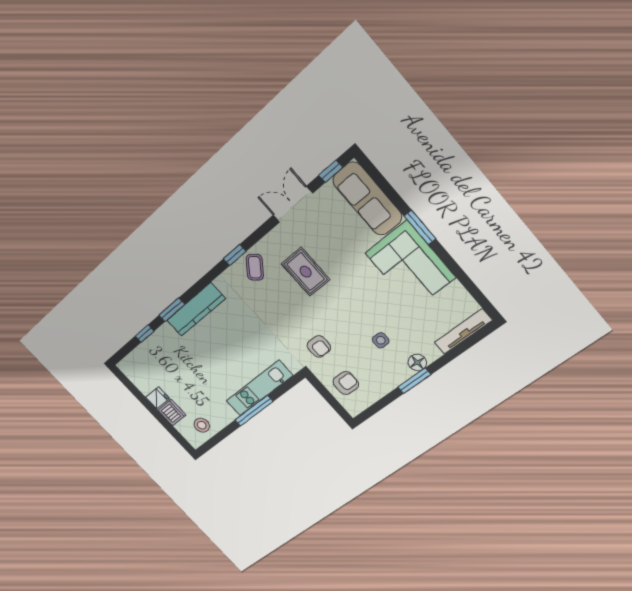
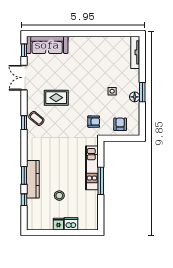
window: (420, 227) -> (76, 34), removed
corner sofa: (410, 265) -> (89, 51), removed
kitchen counter: (196, 309) -> (33, 179), moved
floor lamp: (417, 362) -> (135, 97), moved
stool: (202, 425) -> (59, 196), moved

